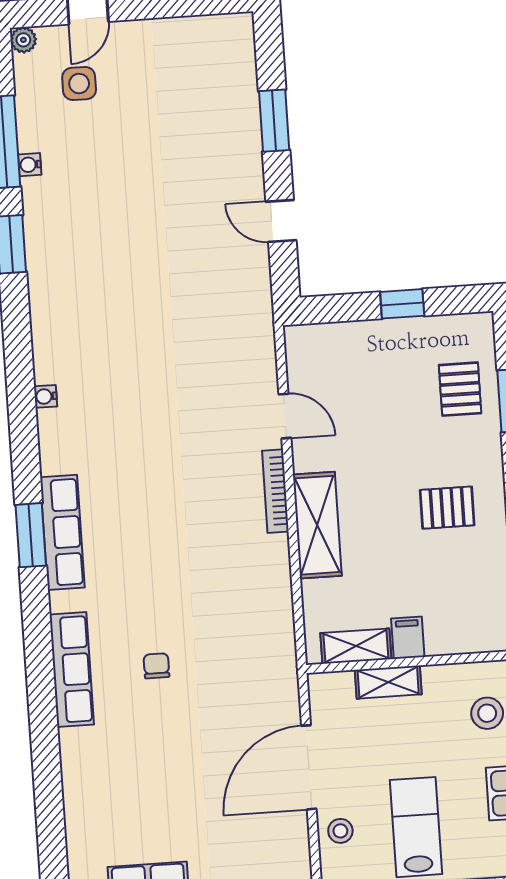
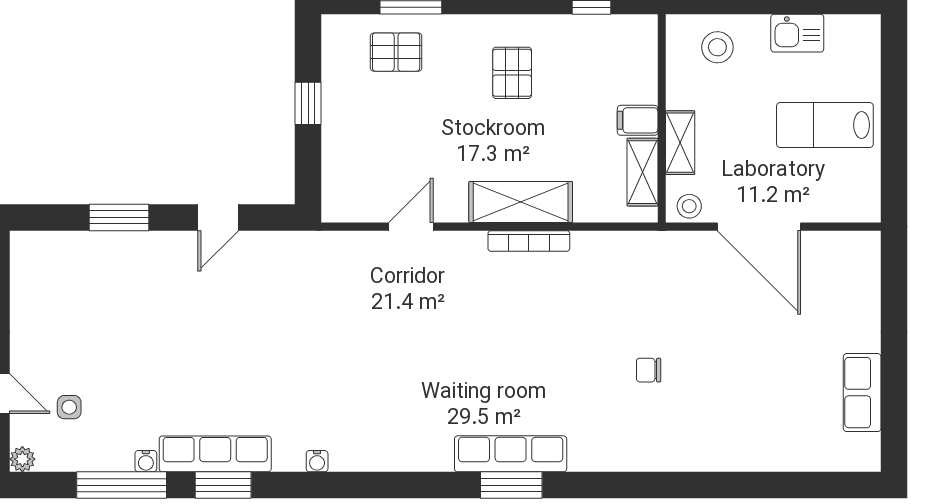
side table: (79, 84) -> (69, 407), width x0.73, depth x0.73
water cooler: (46, 396) -> (317, 461), moved
bookcase: (275, 491) -> (529, 241), moved
row of seats: (72, 669) -> (215, 454), moved
stool: (340, 831) -> (689, 206), moved

